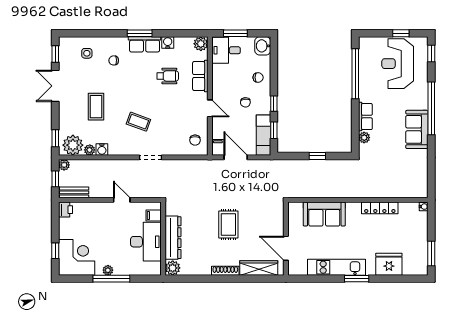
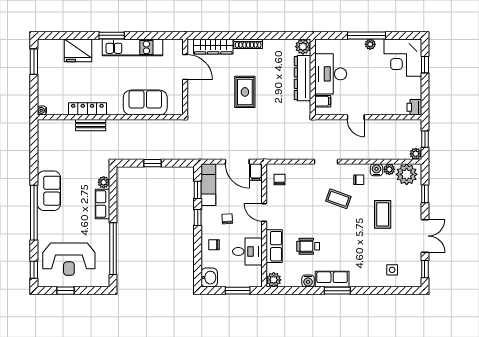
desk: (226, 50) -> (247, 251), moved
chair: (114, 60) -> (359, 180), moved
reception desk: (398, 64) -> (69, 259), turned 90
window: (55, 138) -> (425, 194), moved
bench: (74, 192) -> (91, 125), moved

